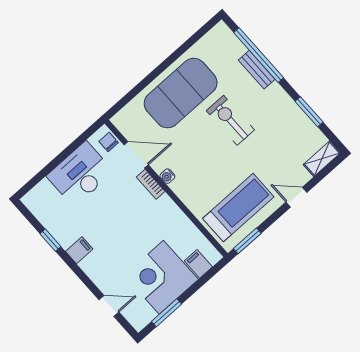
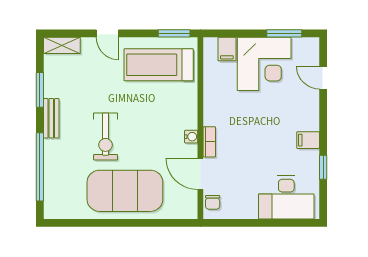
bench: (257, 70) -> (51, 118), moved
desk: (80, 174) -> (286, 197), moved

